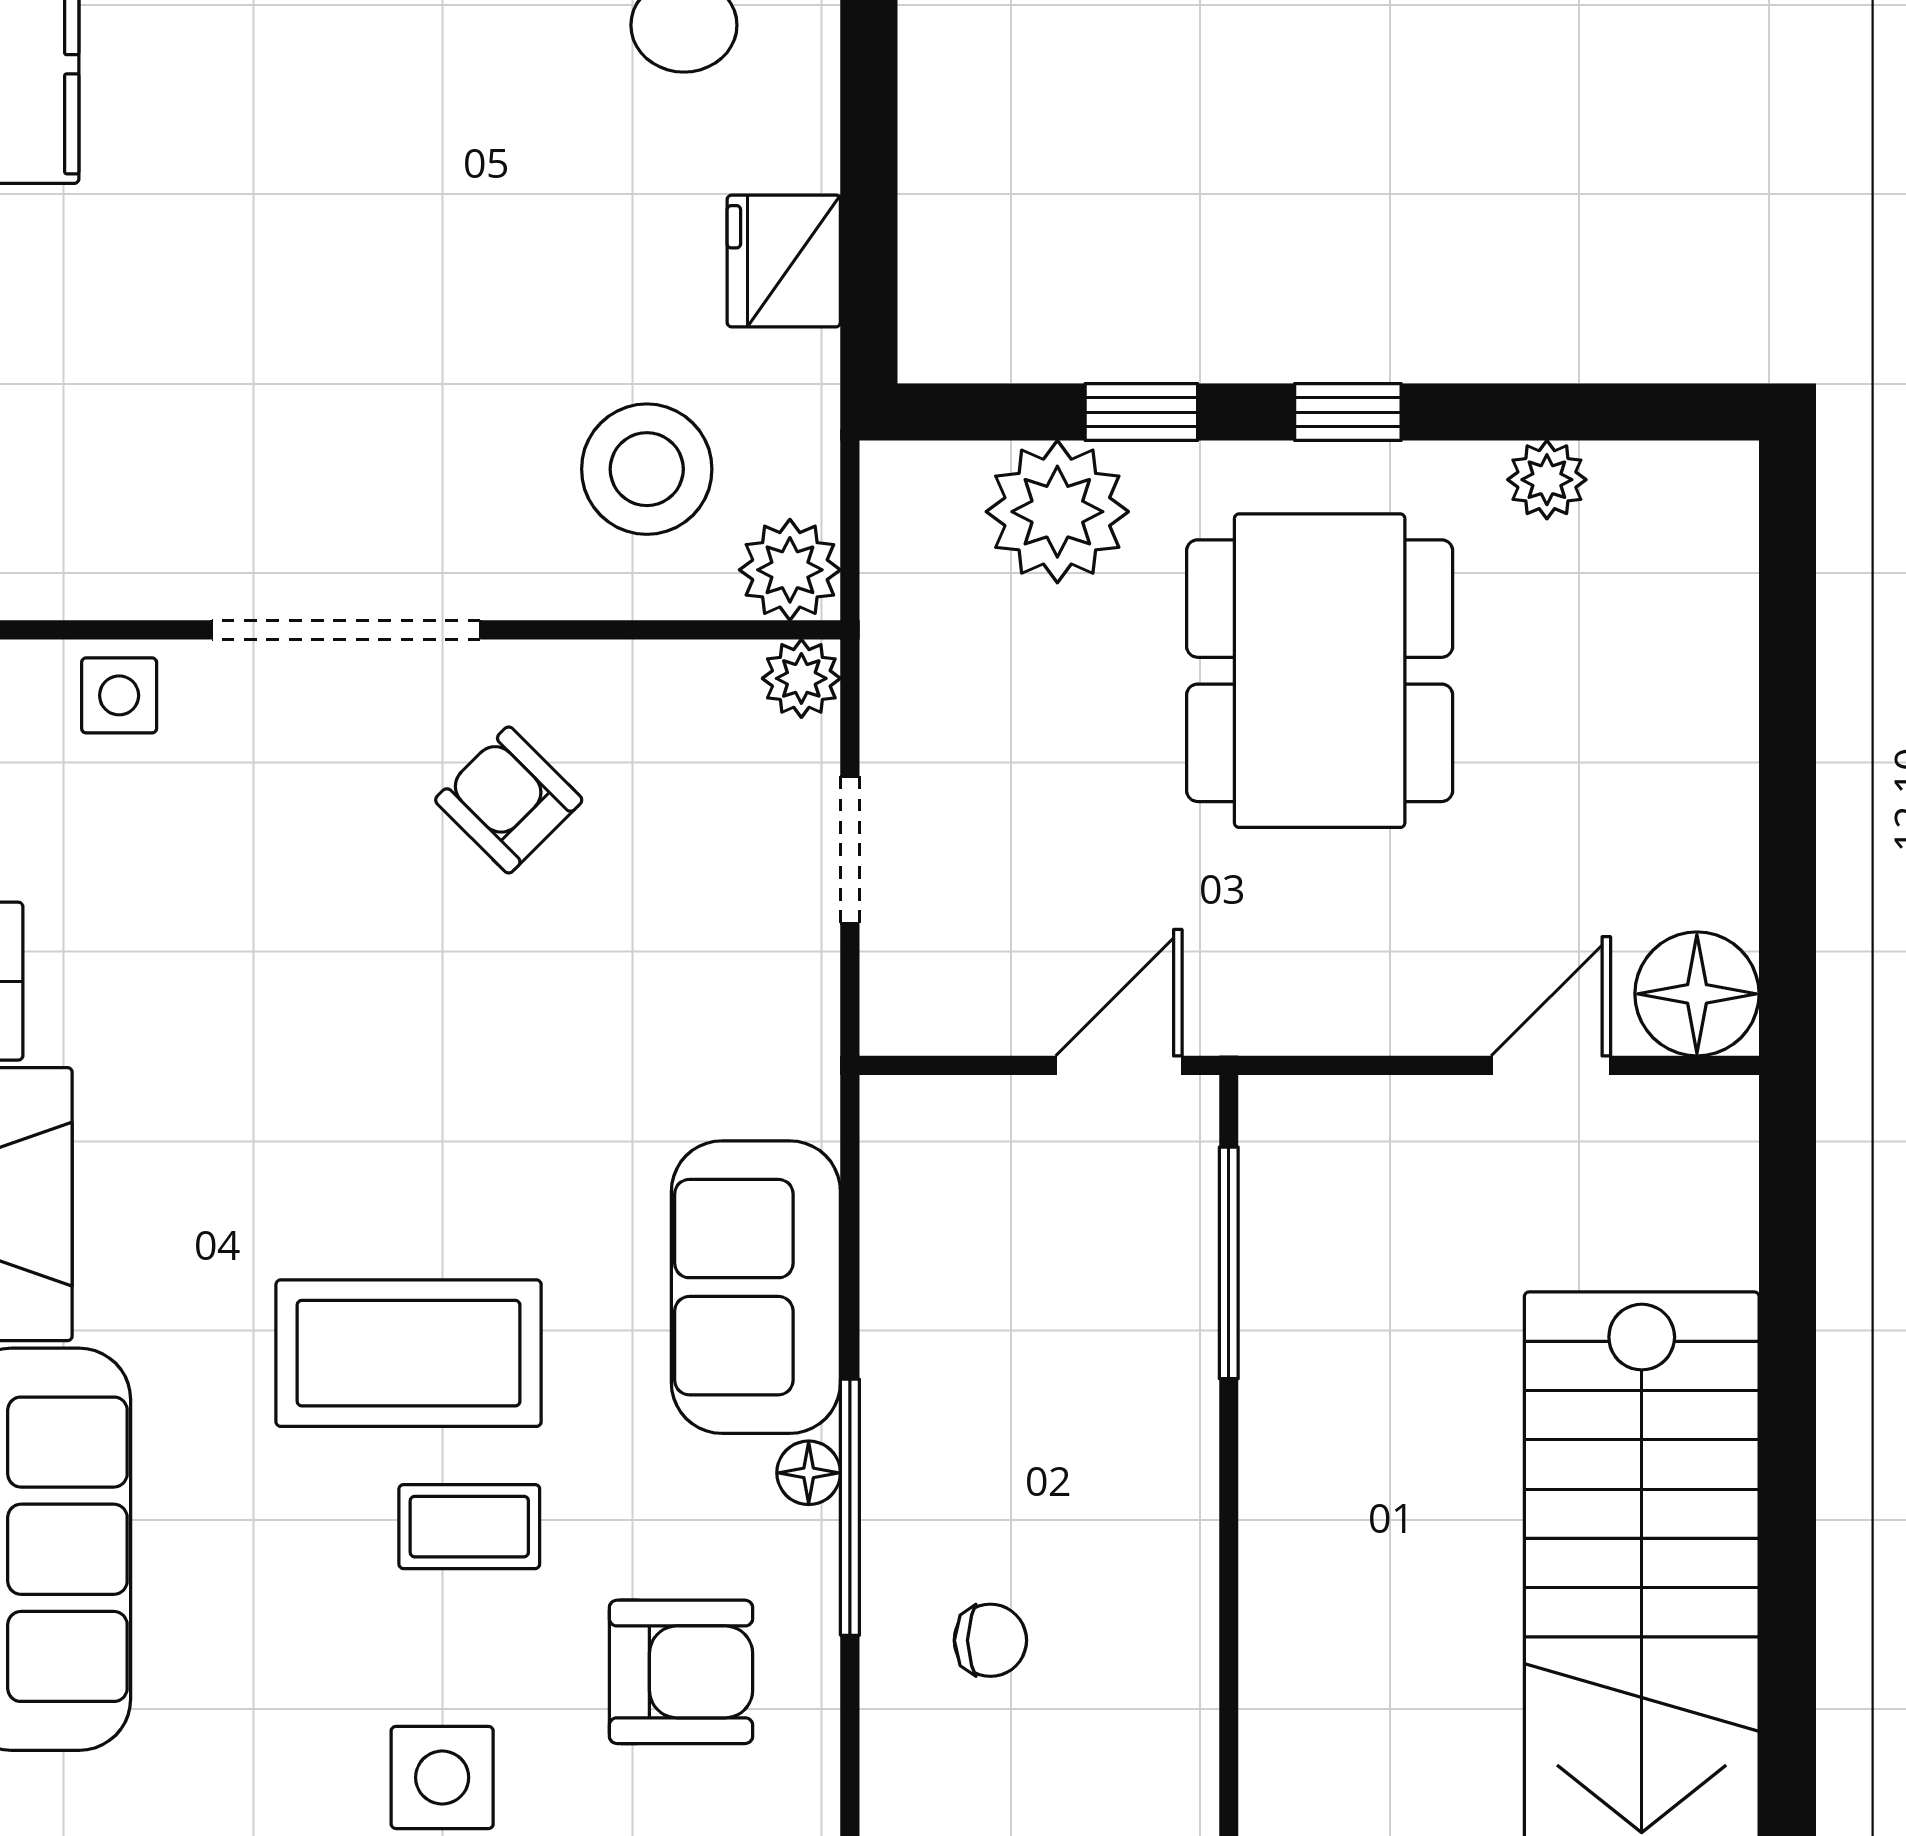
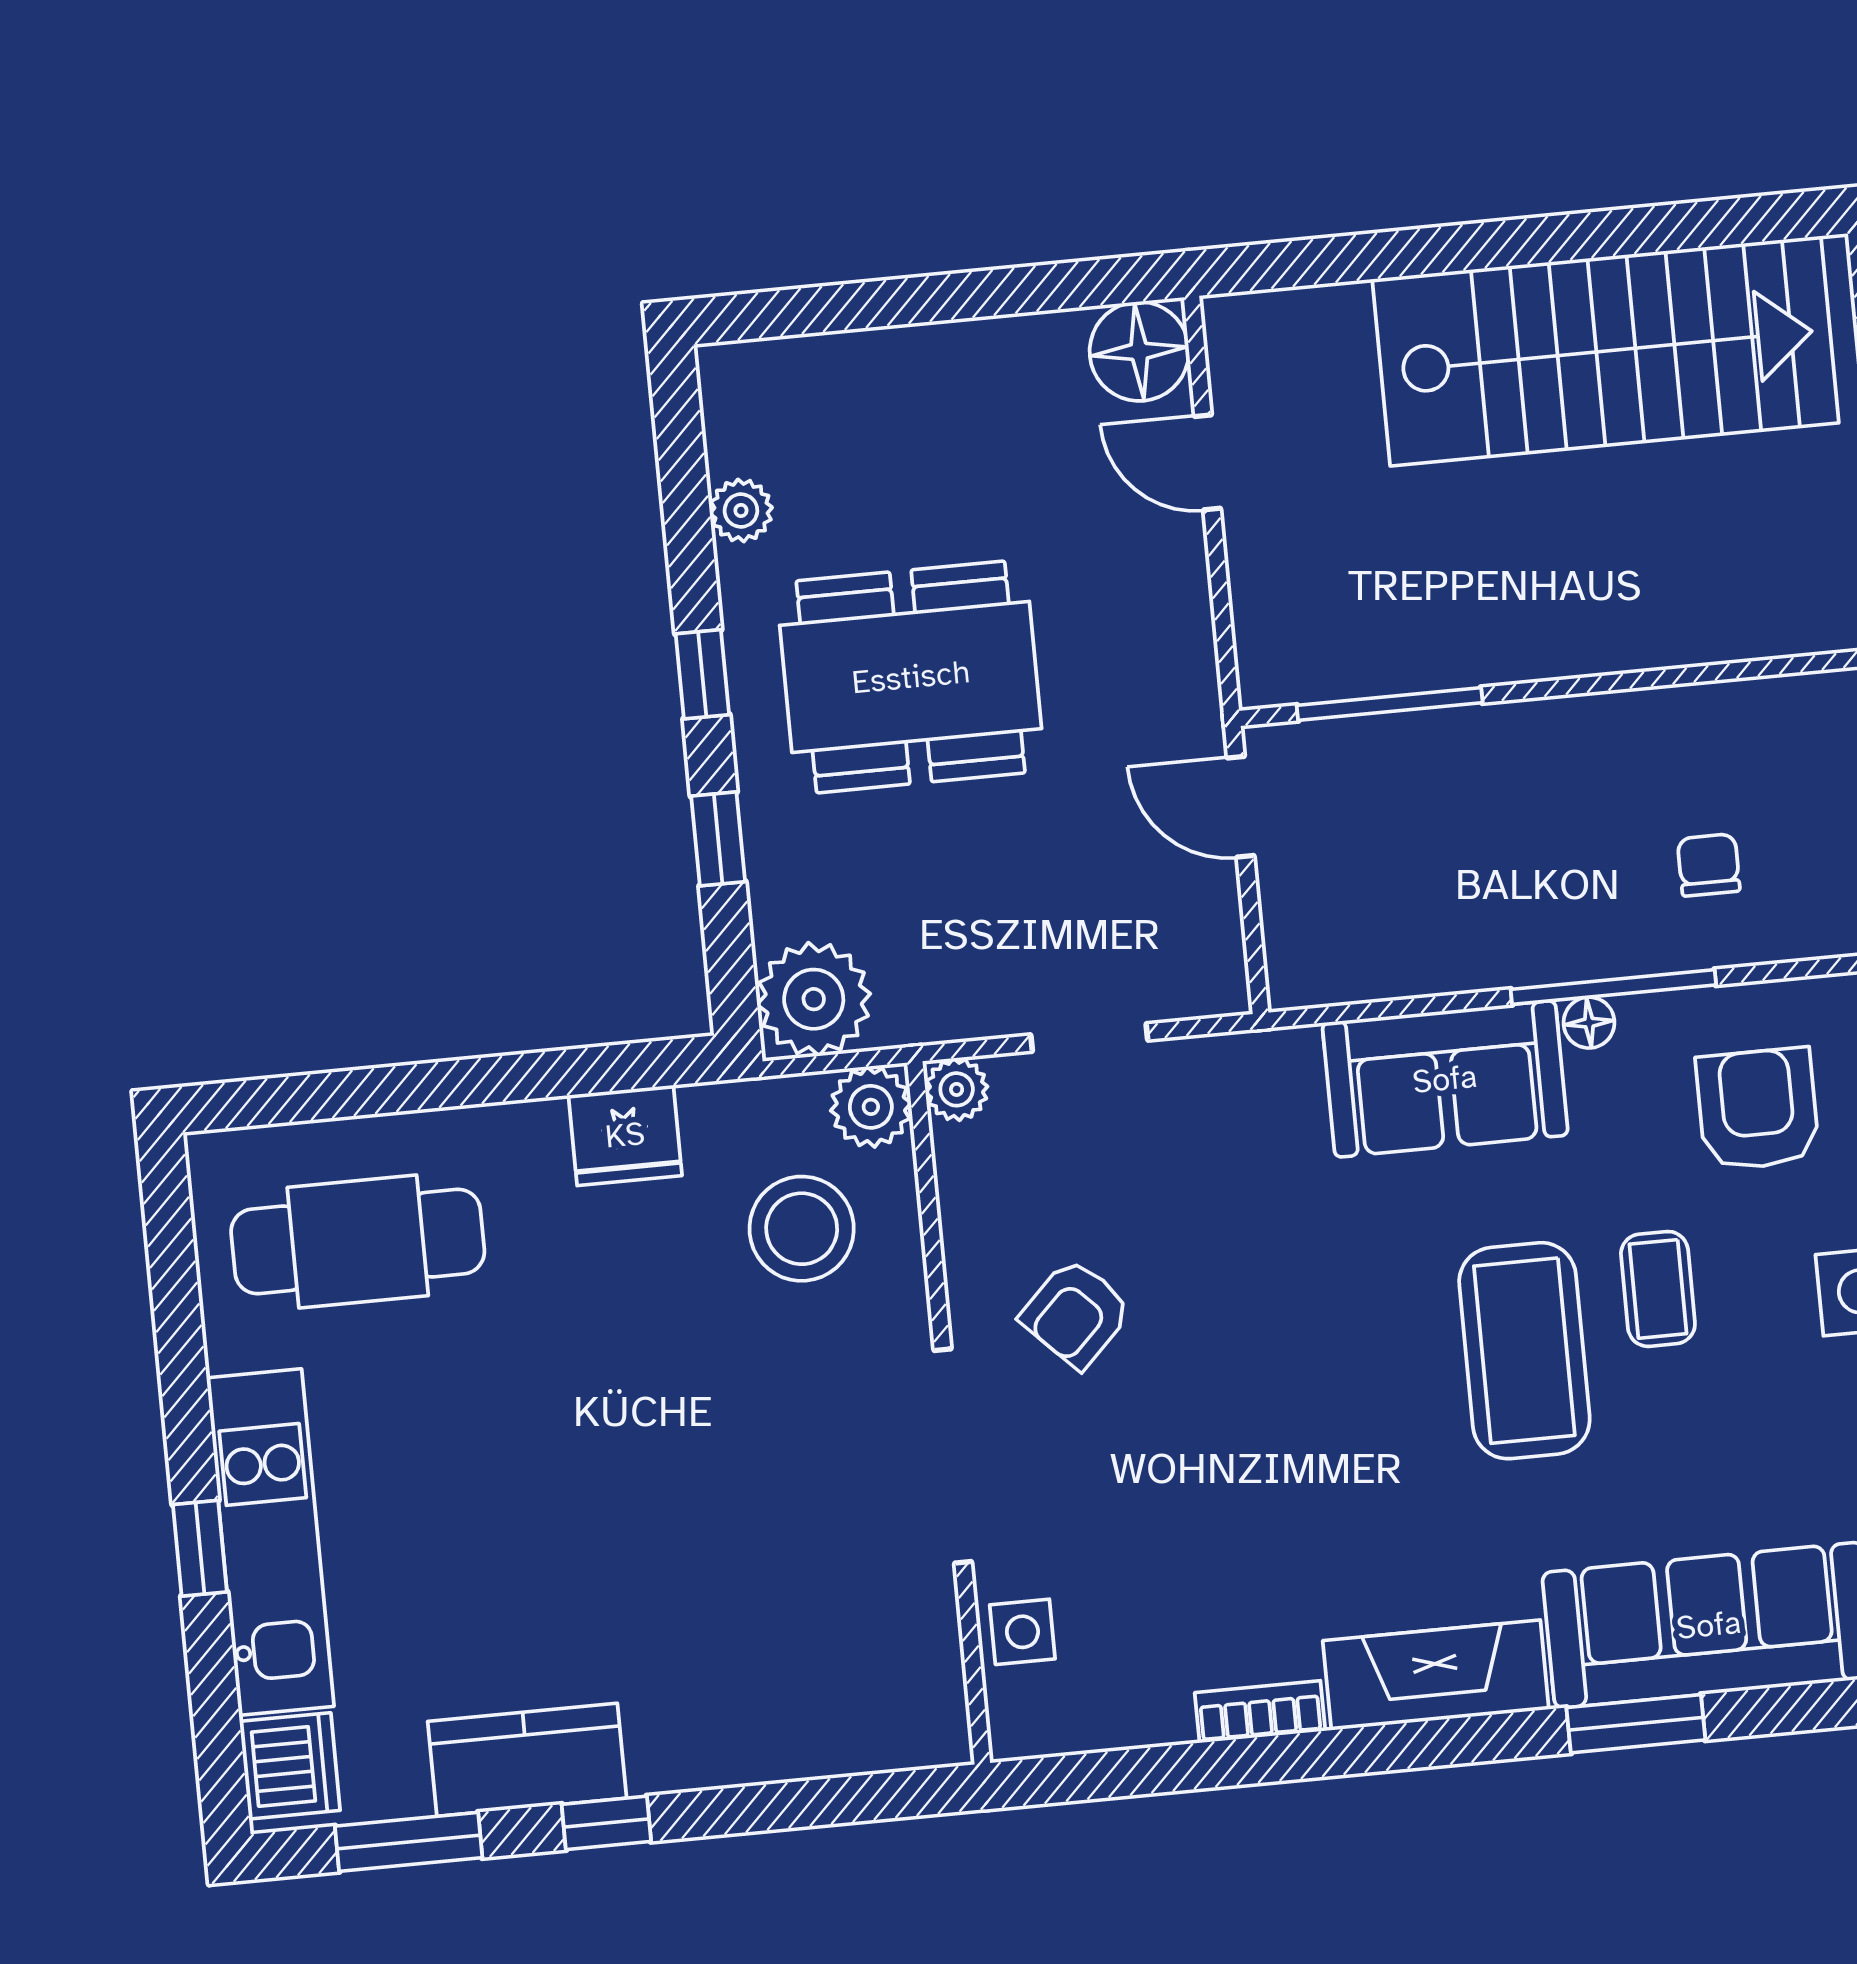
plant: (1057, 512) -> (814, 999), moved

